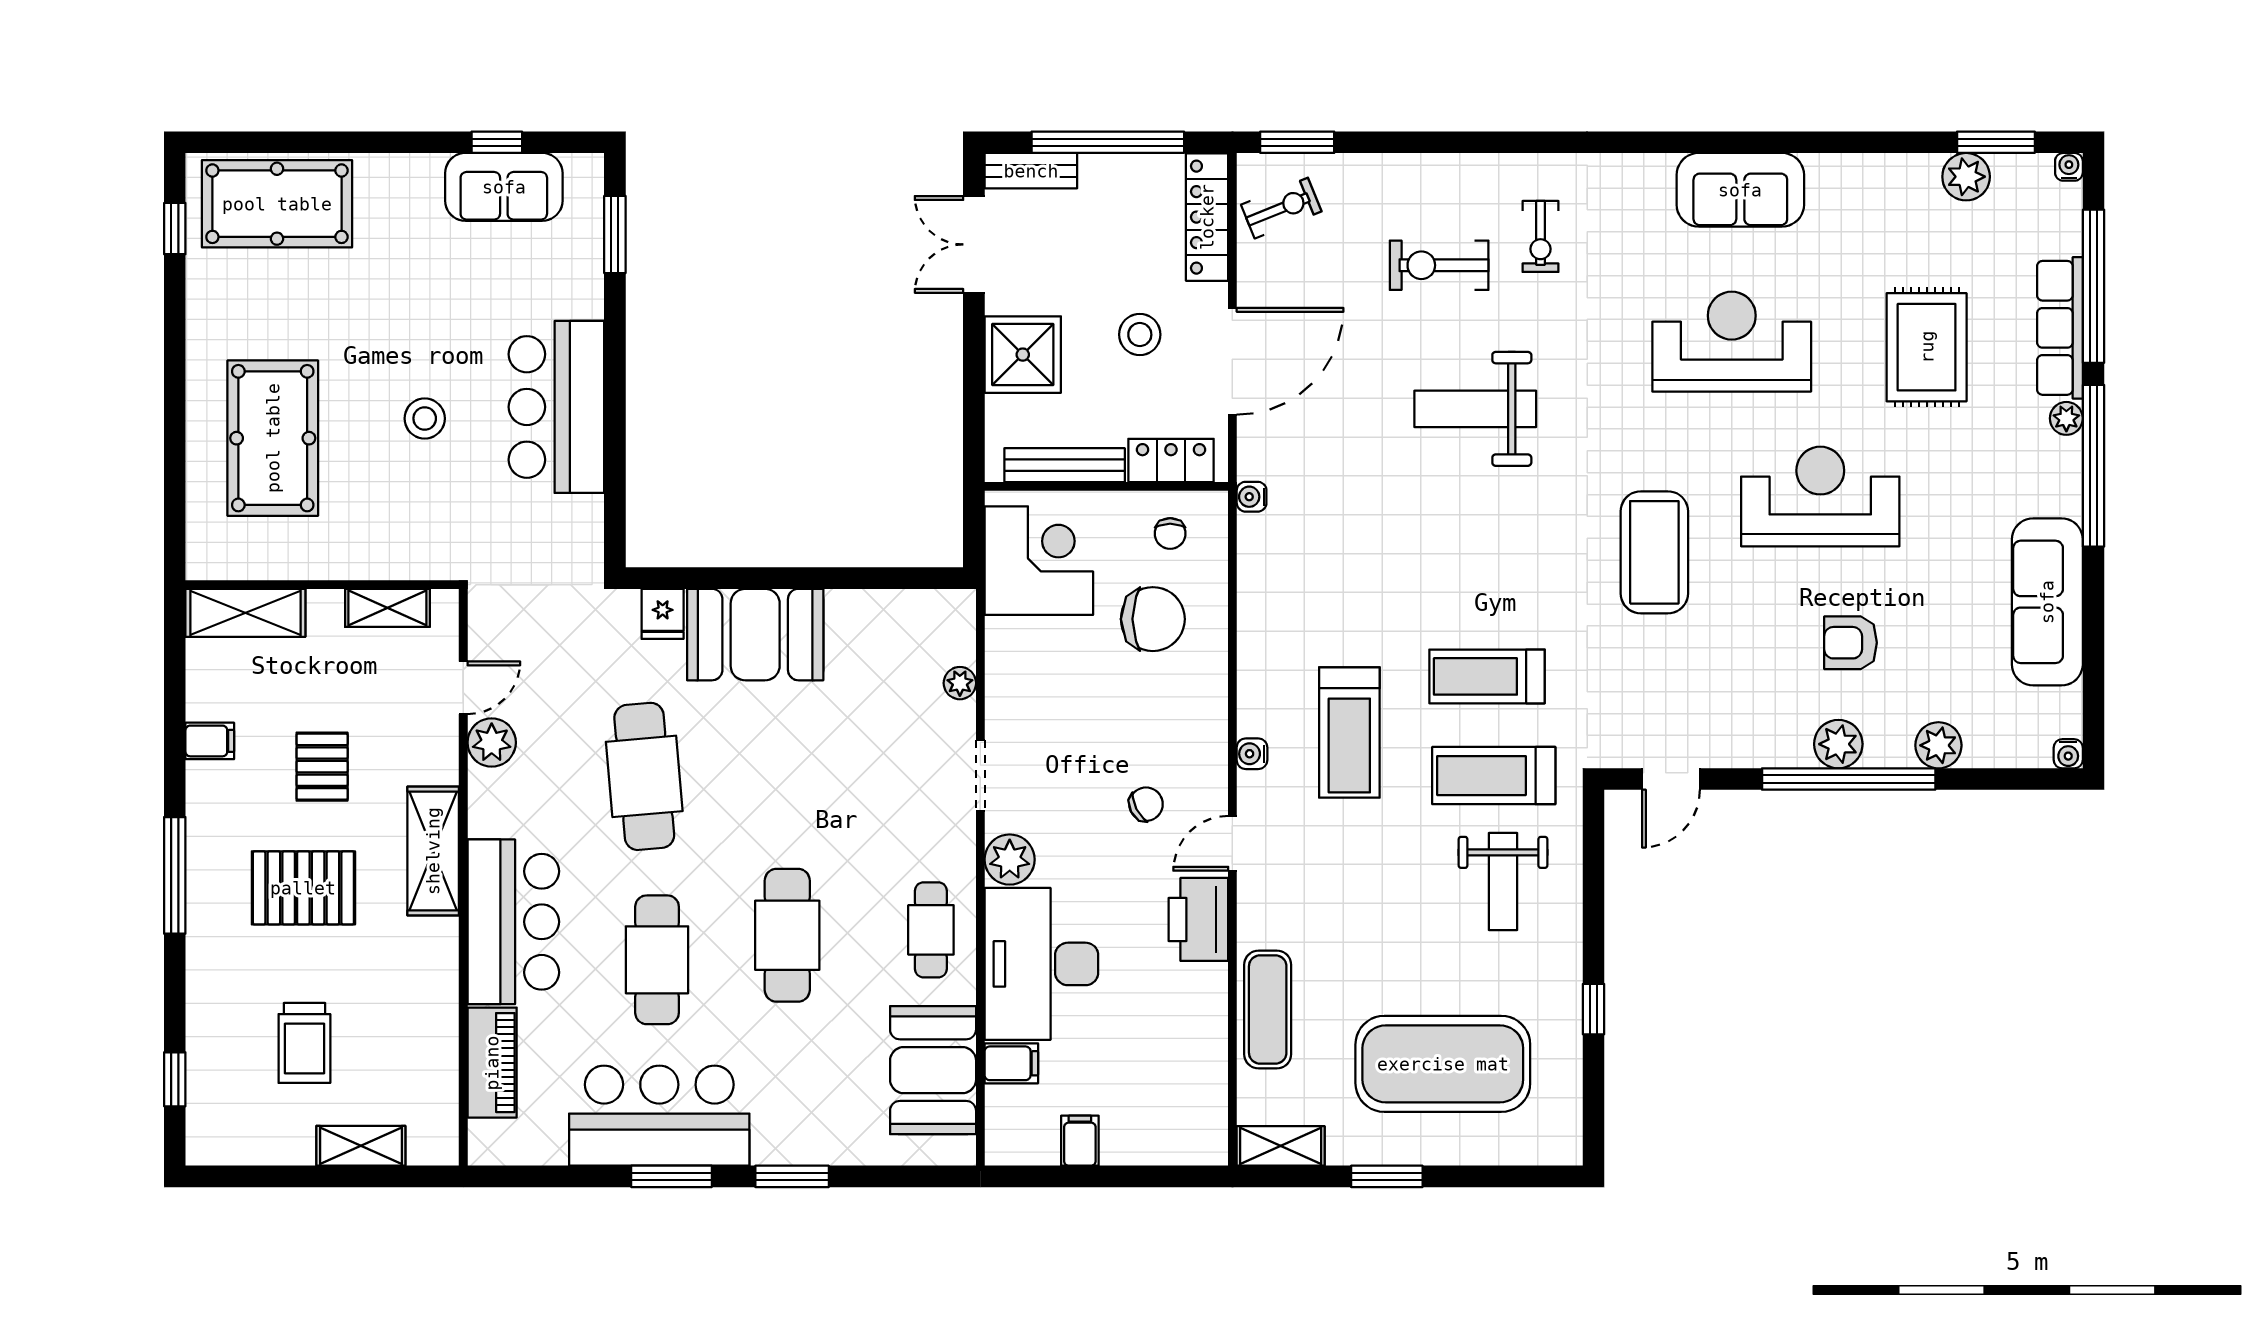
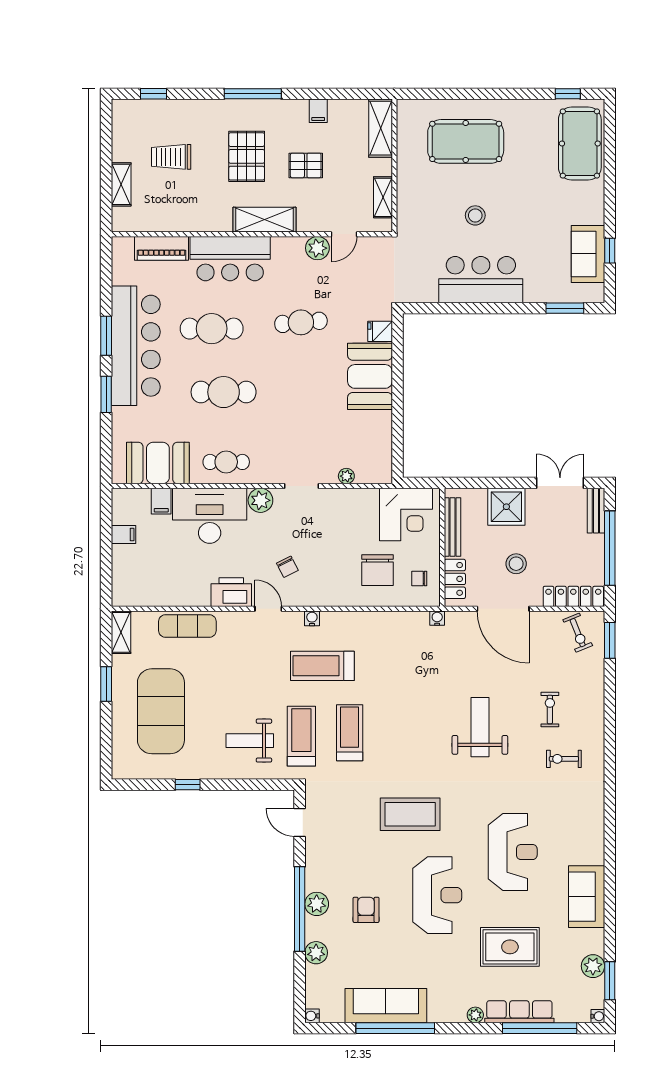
sofa: (1740, 190) -> (587, 897), moved
exercise bike: (1439, 265) -> (550, 709), width x0.73, depth x0.72
window: (2093, 466) -> (395, 1028), moved
door: (463, 688) -> (344, 234), hinge flipped
cafe table: (644, 776) -> (301, 322), width x0.73, depth x0.74
bar counter: (659, 1116) -> (136, 346), width x1.36

